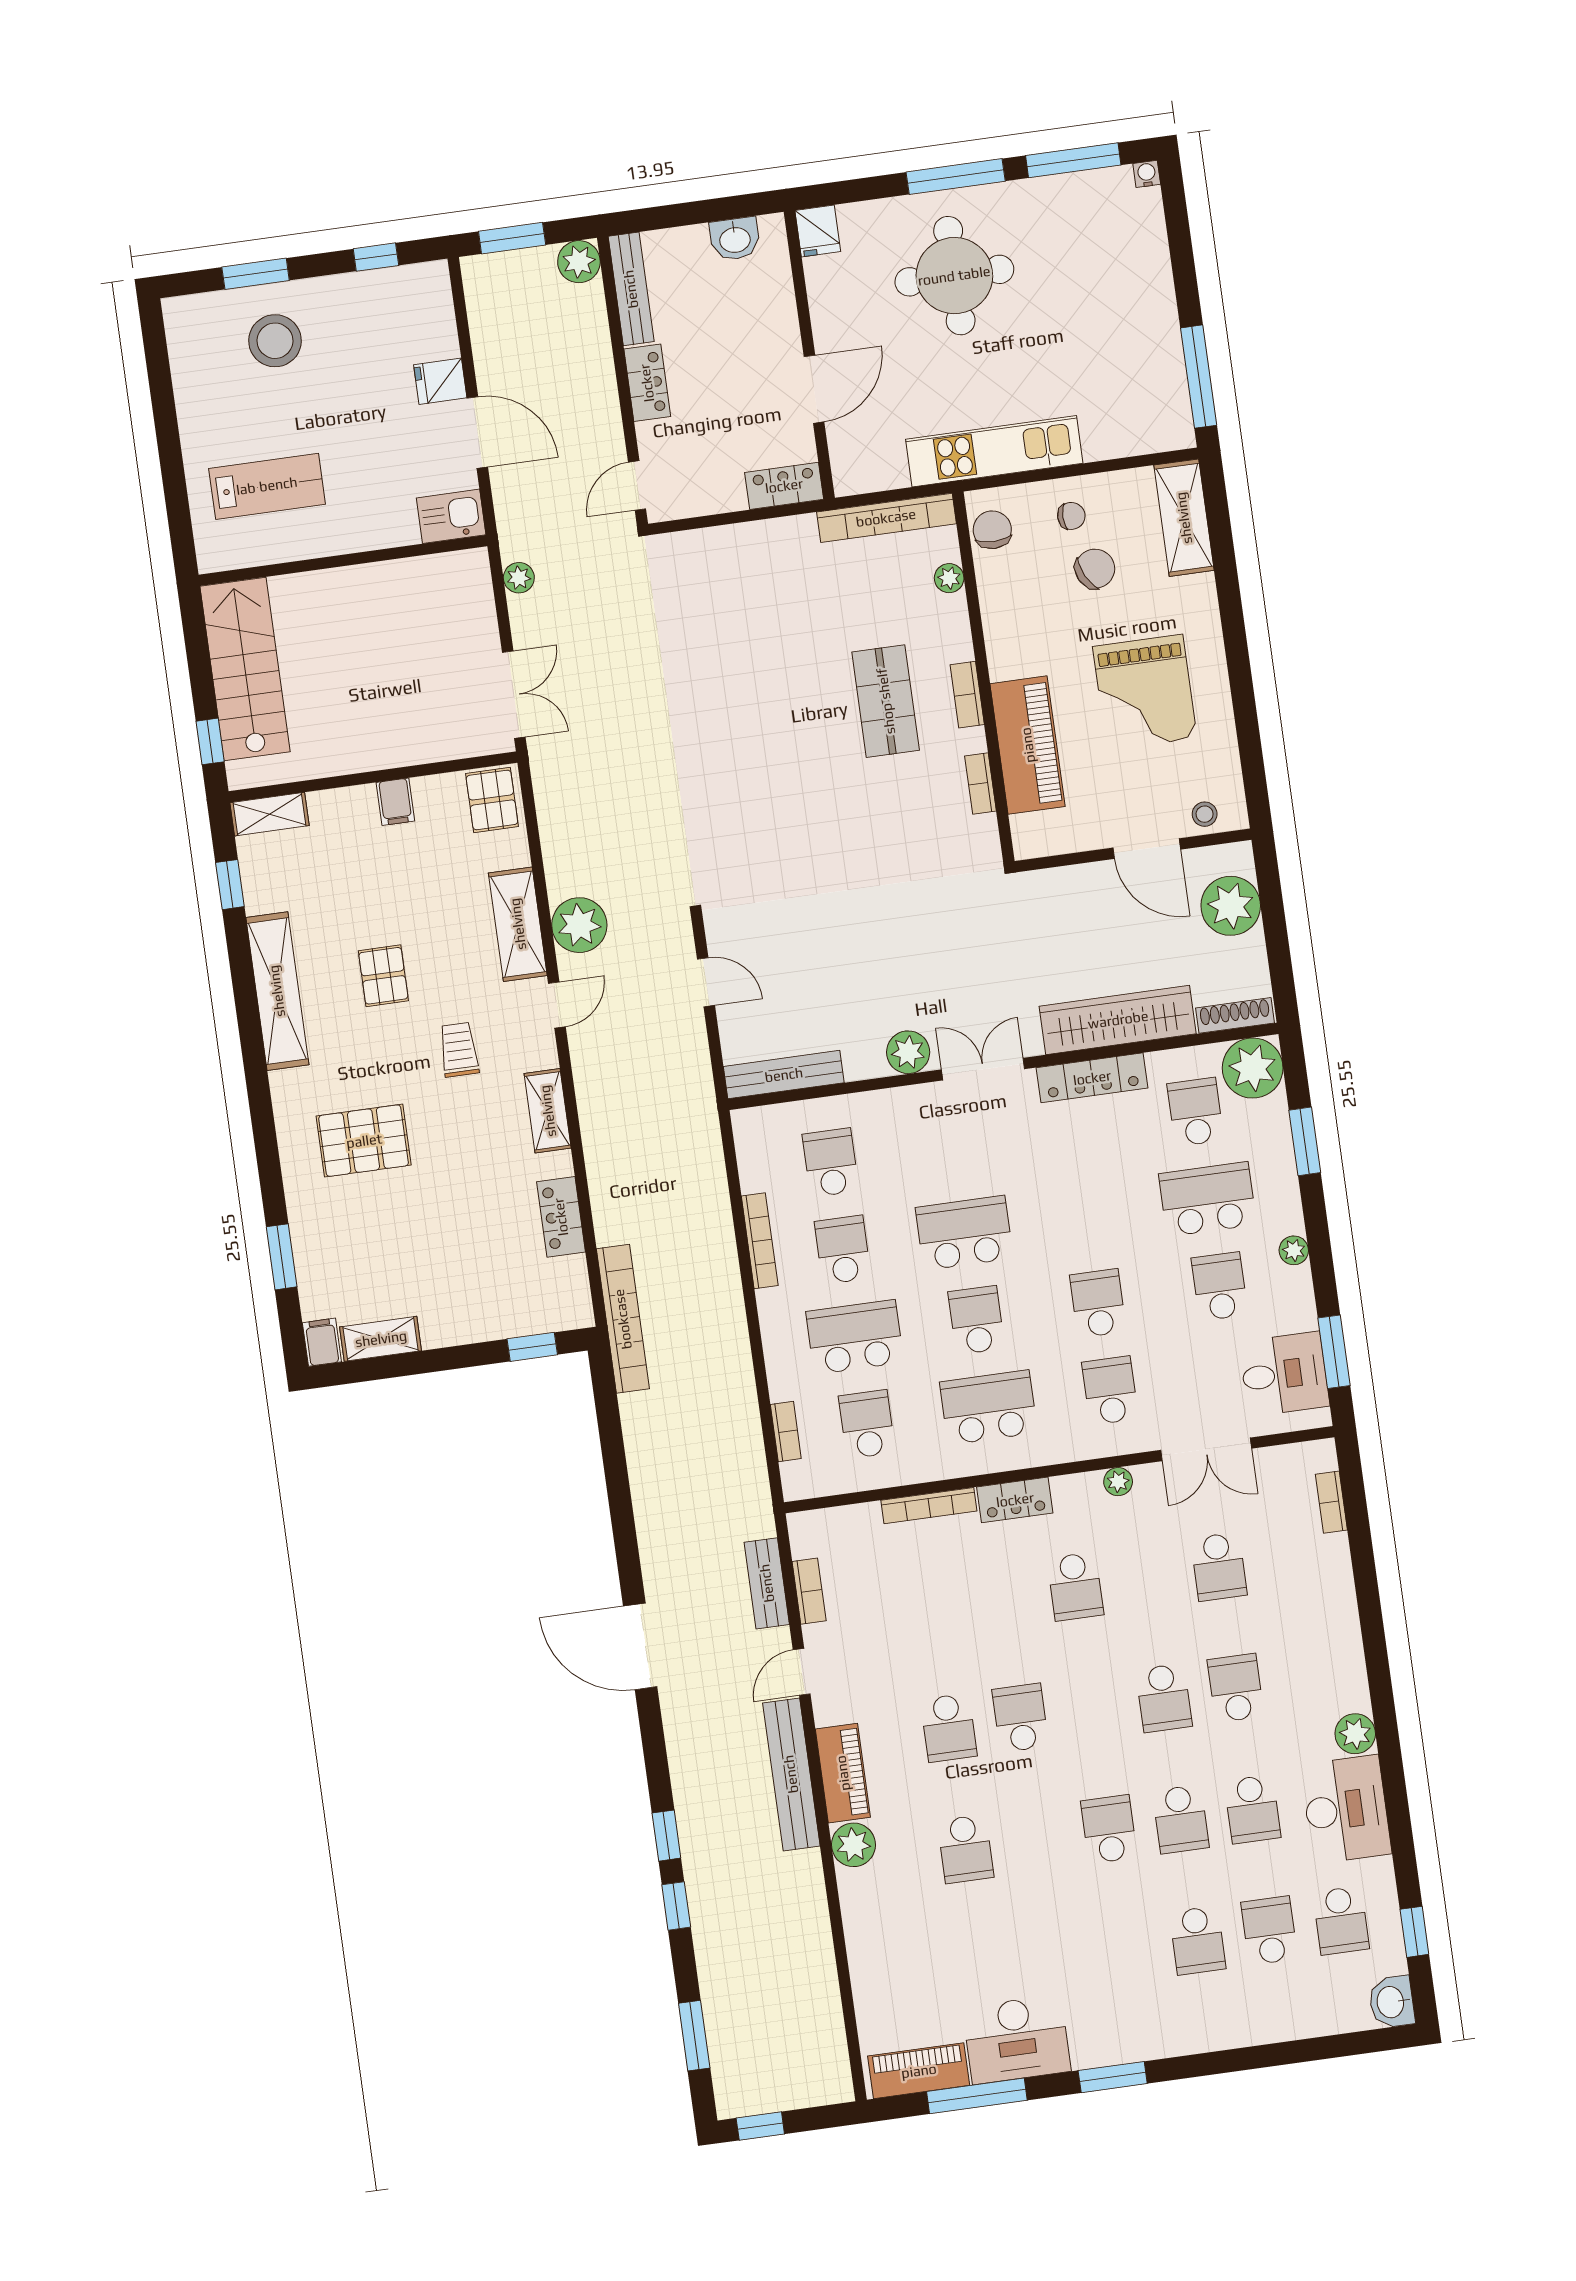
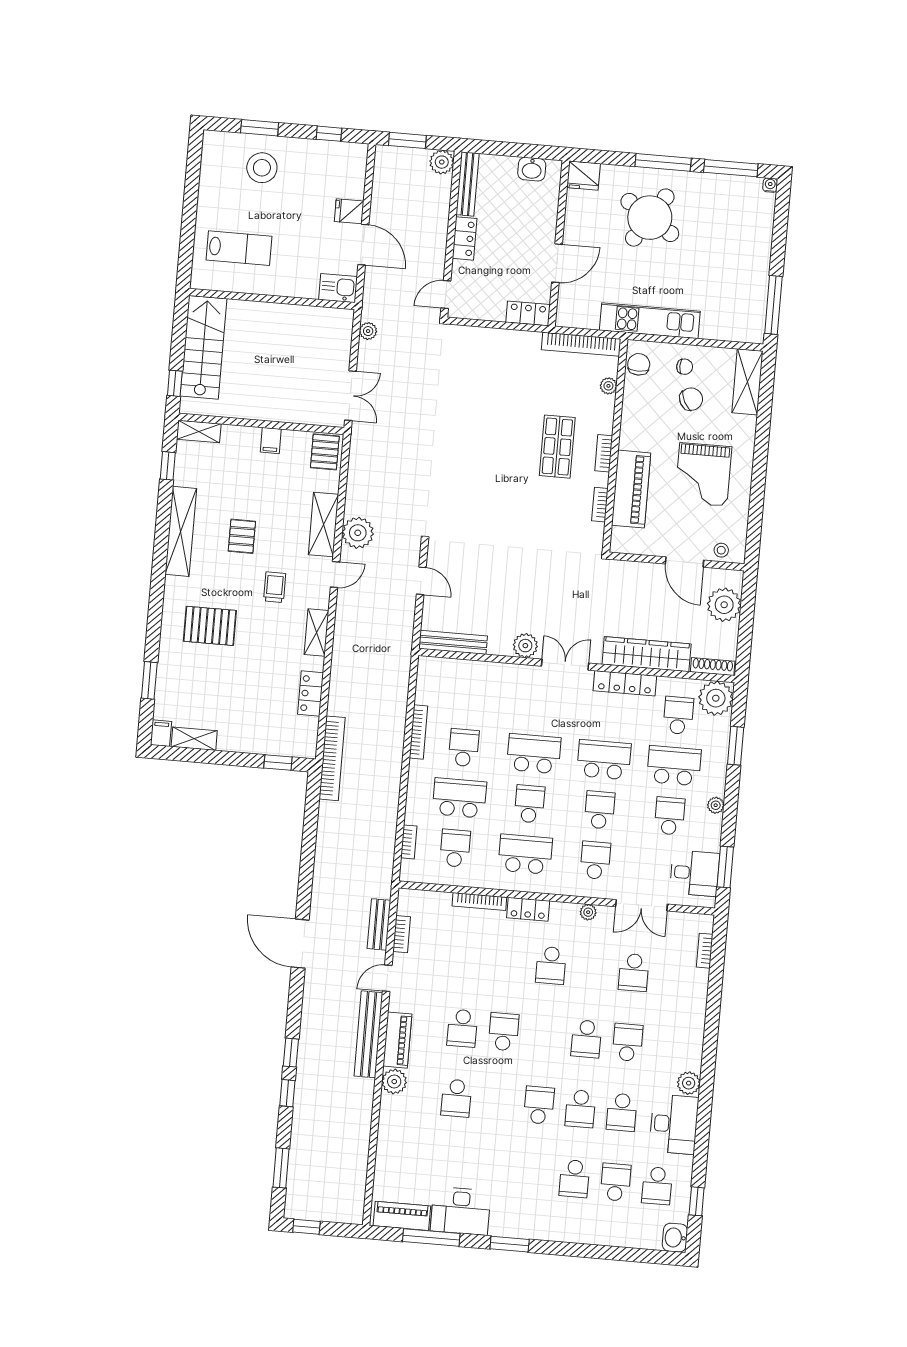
fridge: (818, 231) -> (583, 176), width x1.38
round table: (954, 276) -> (650, 218), turned 33
school desk: (831, 1163) -> (604, 760), moved, width x1.85

